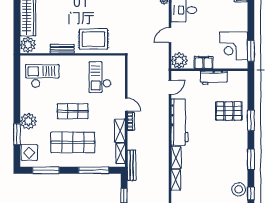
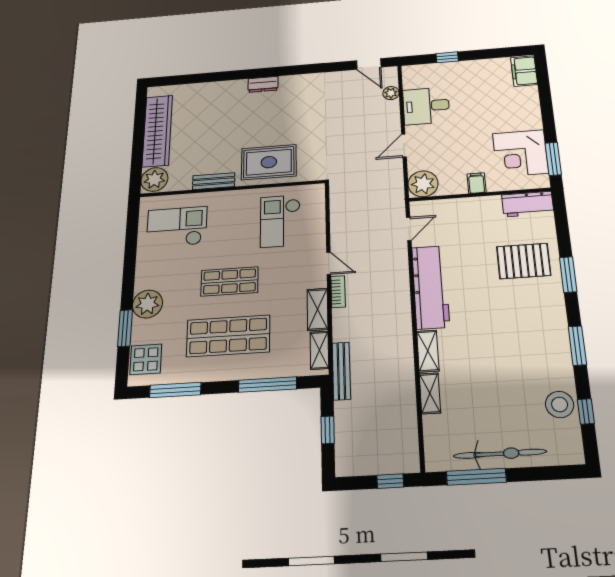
filing cabinet: (204, 62) -> (477, 183), width x0.50
workbench: (214, 78) -> (528, 204), moved

